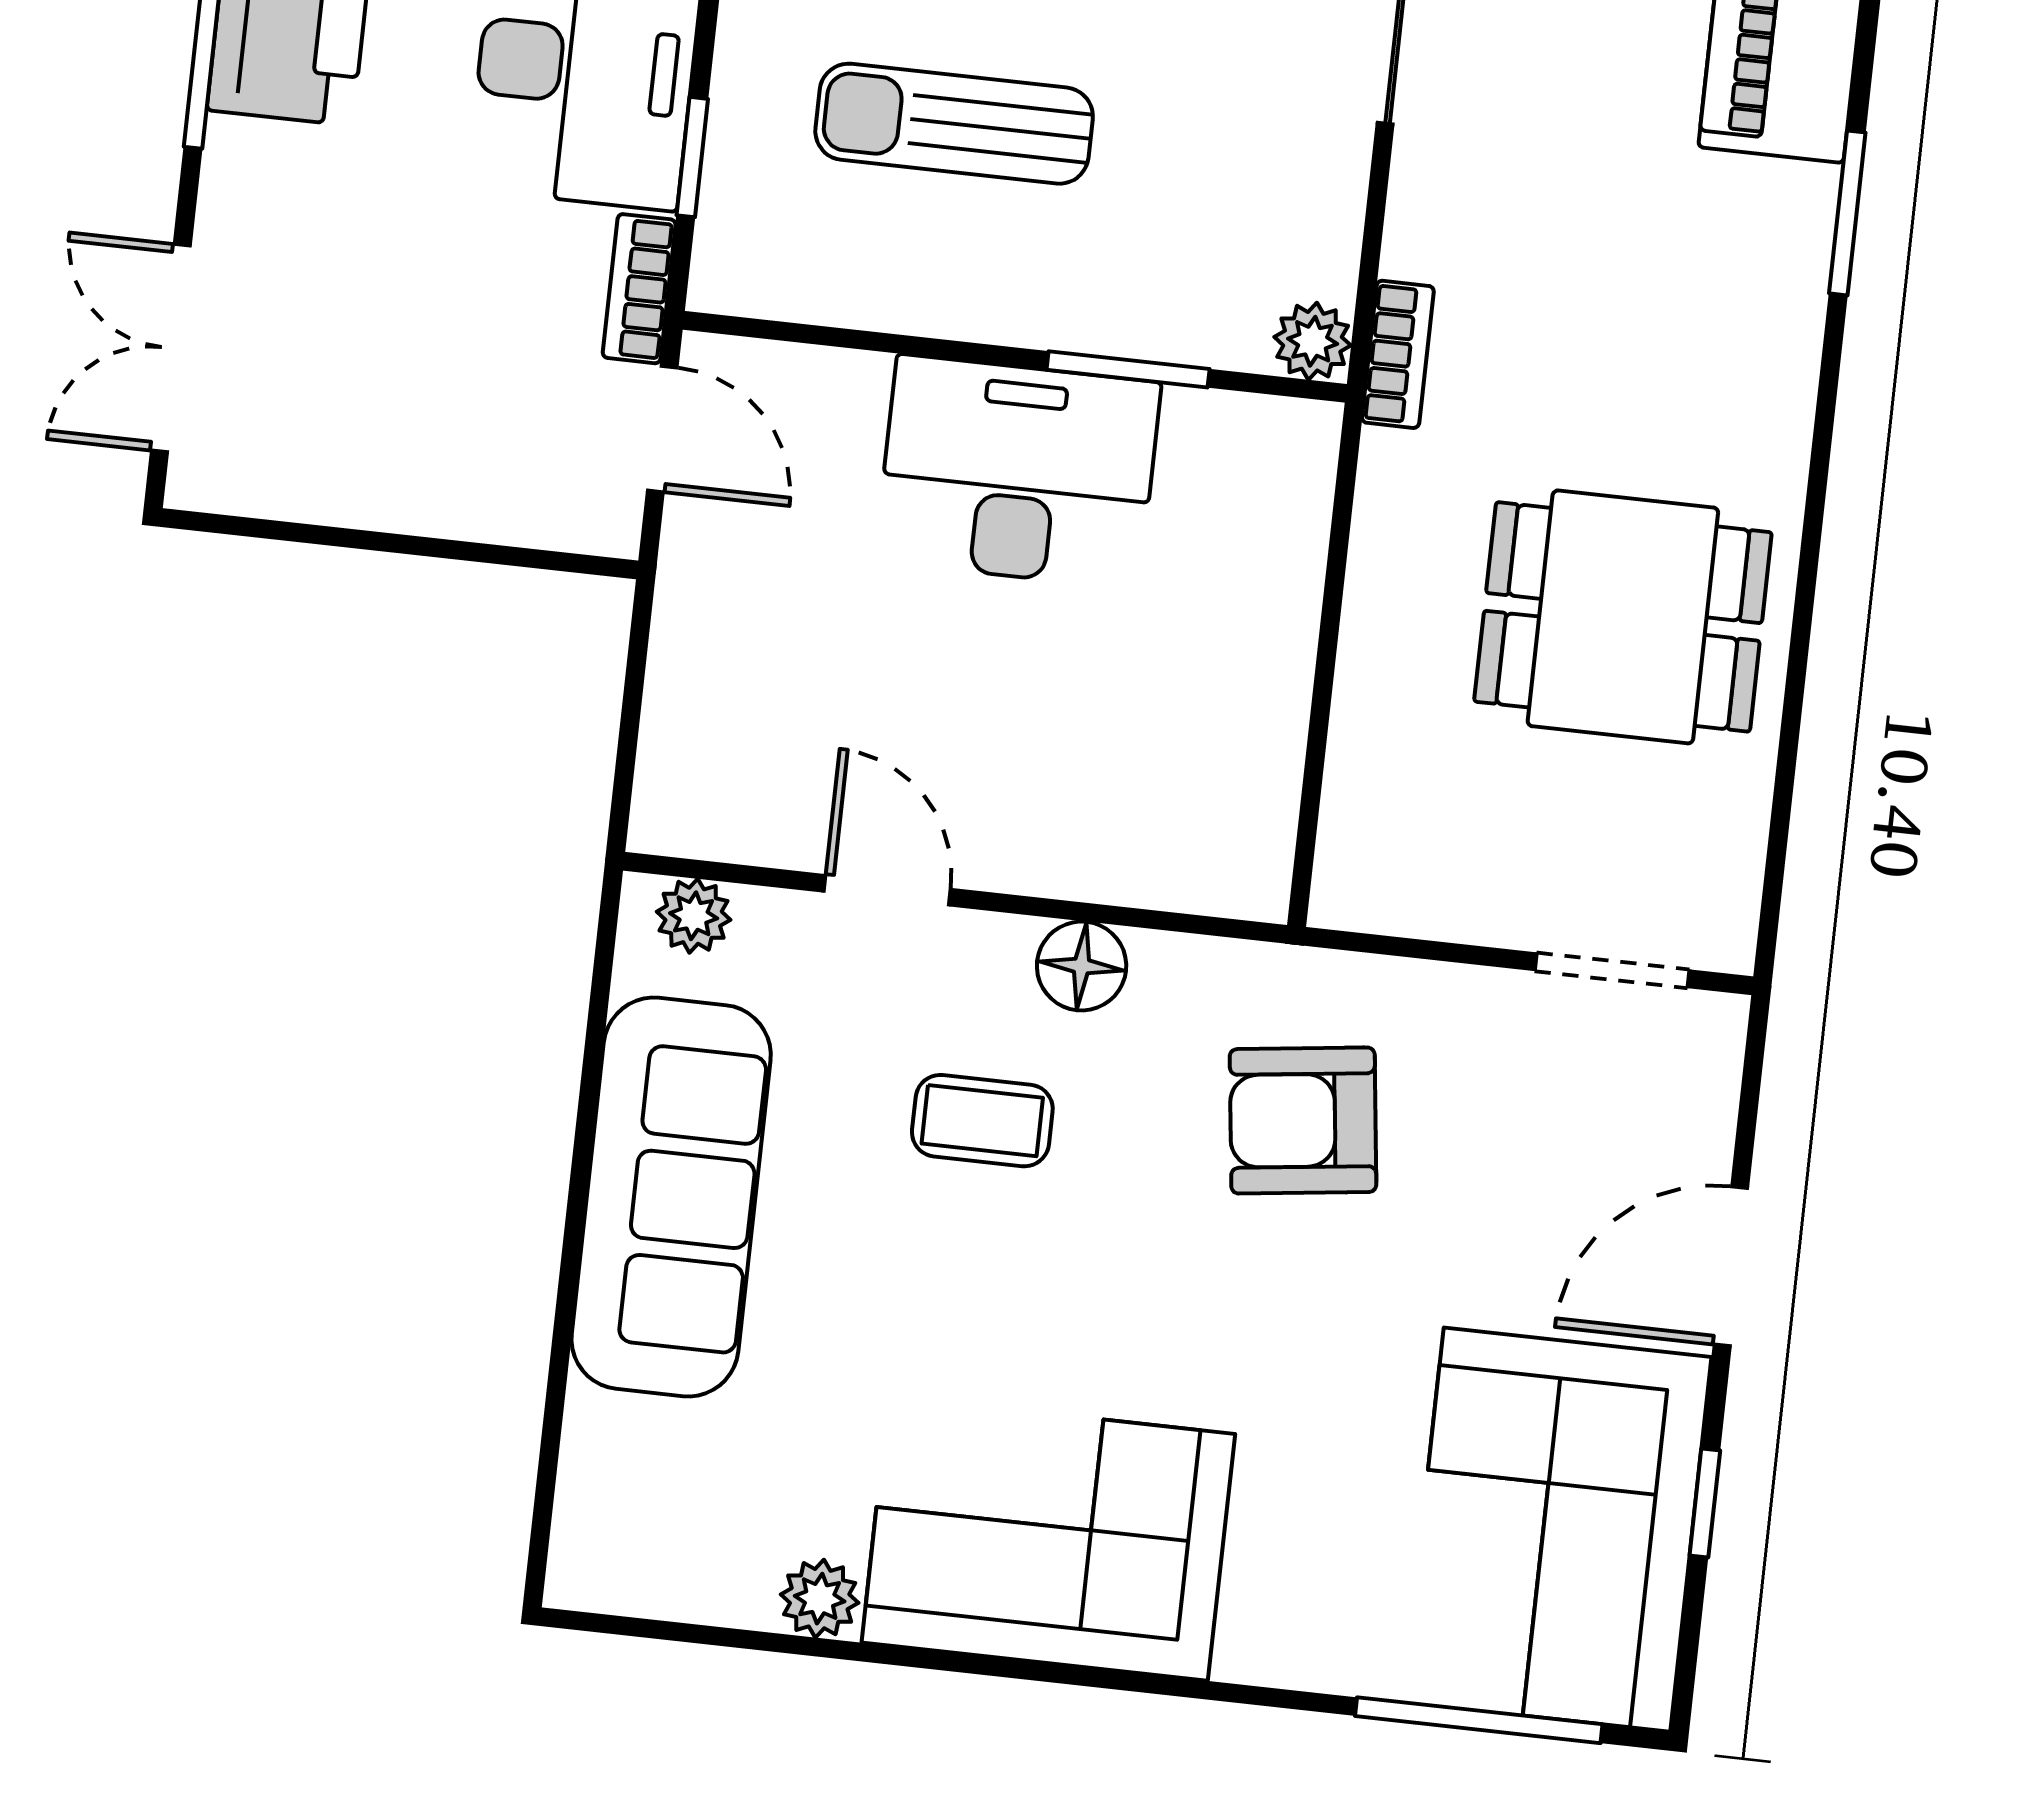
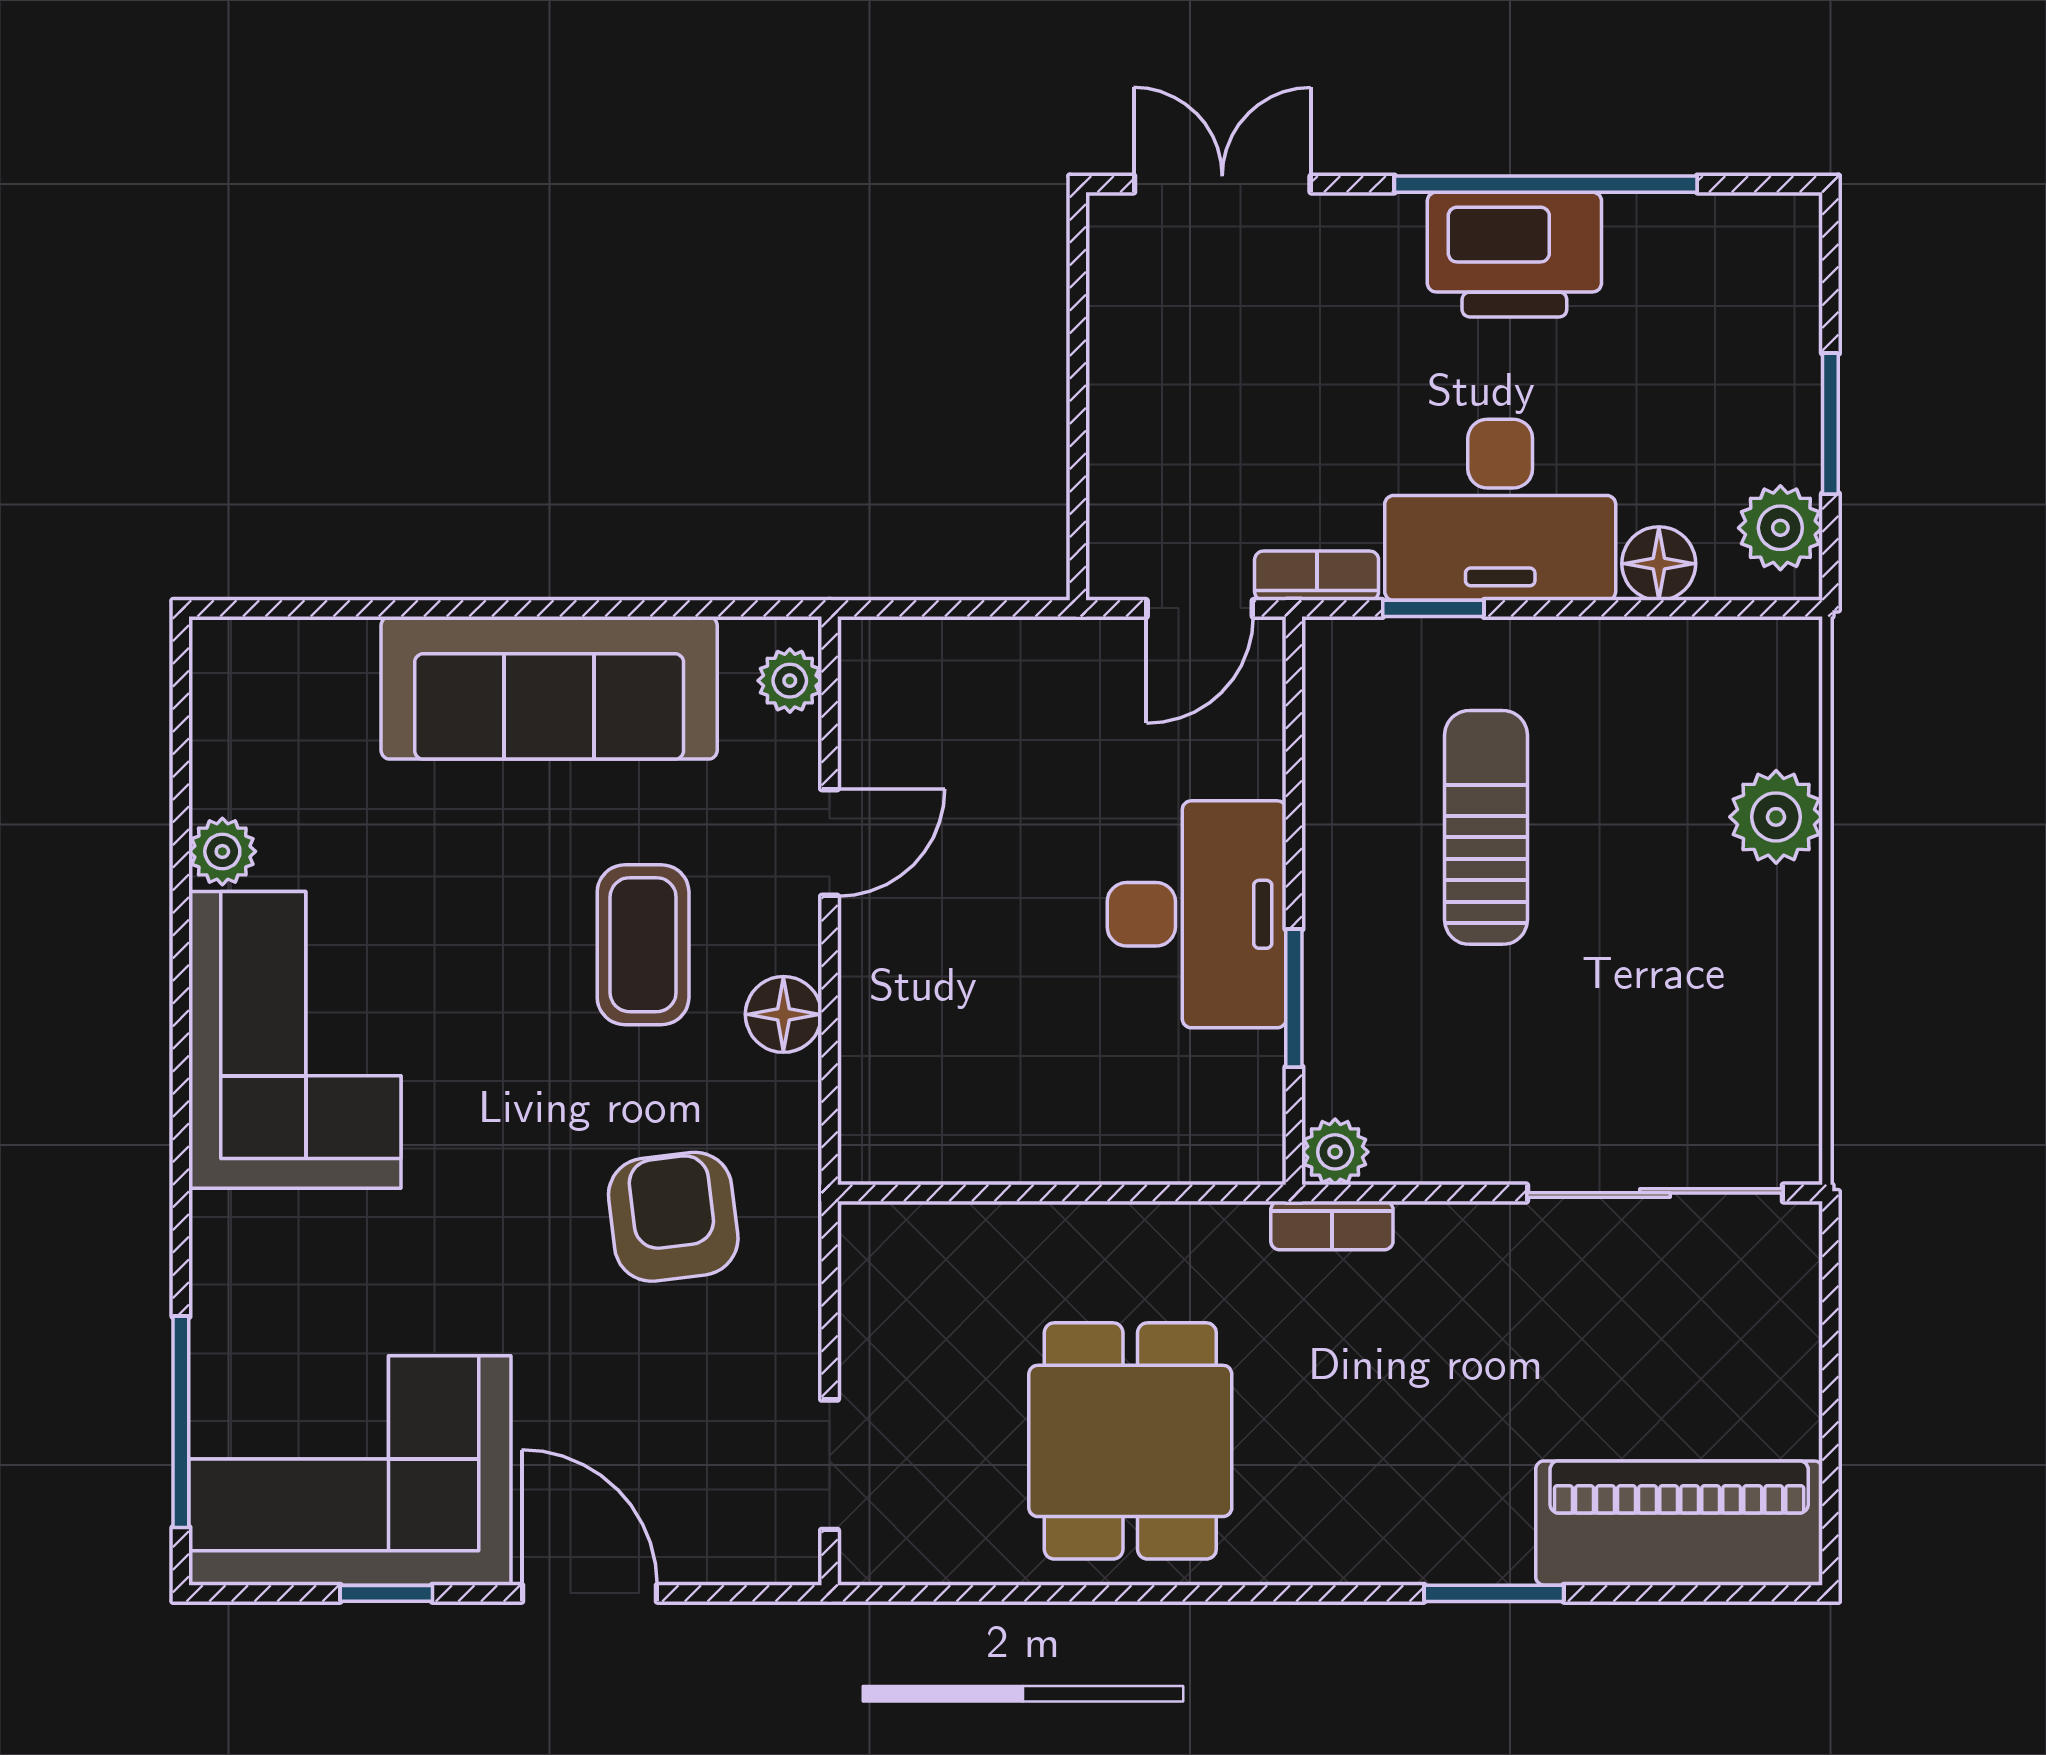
coffee table: (982, 1121) -> (643, 945), width x1.36, depth x1.30

